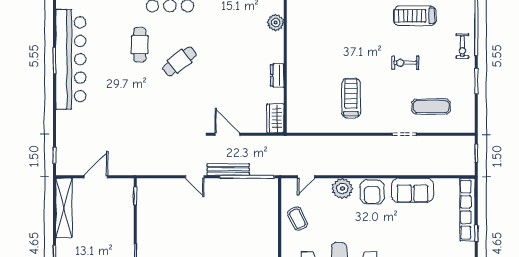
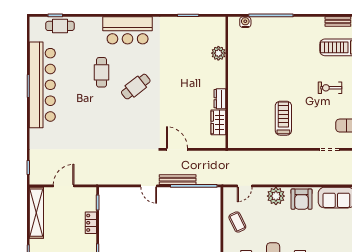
wardrobe: (275, 118) -> (218, 122), moved
locker: (127, 220) -> (91, 223), added

